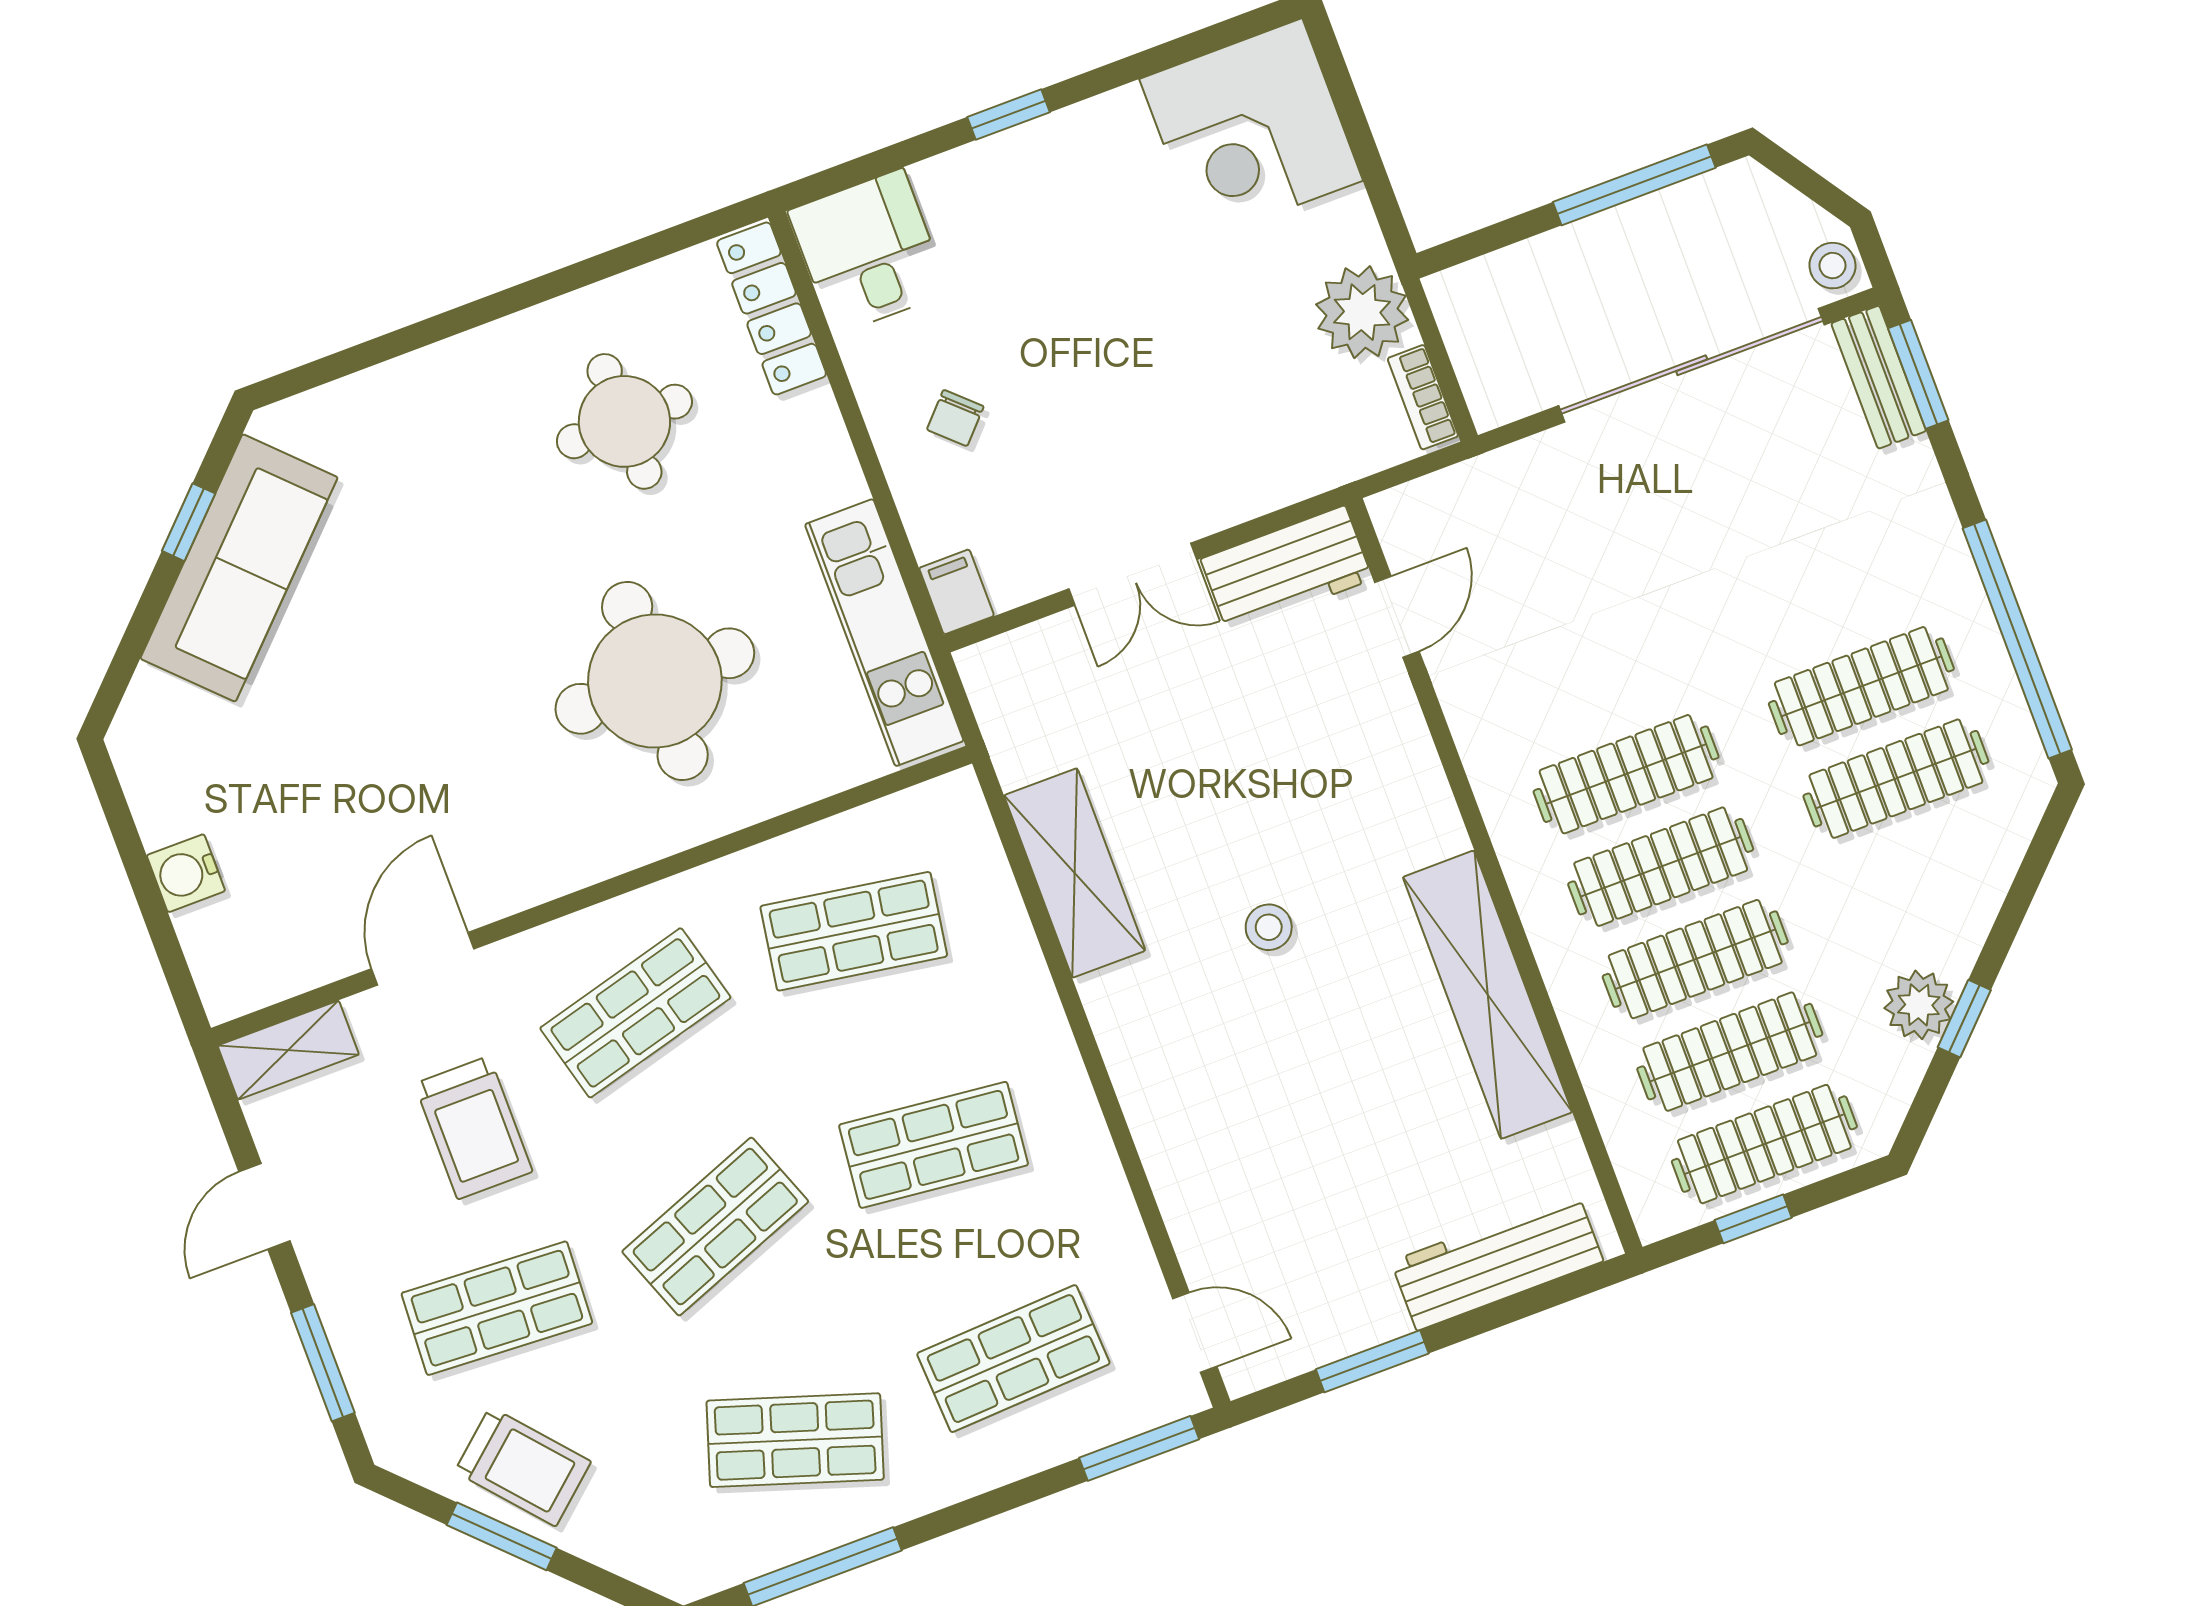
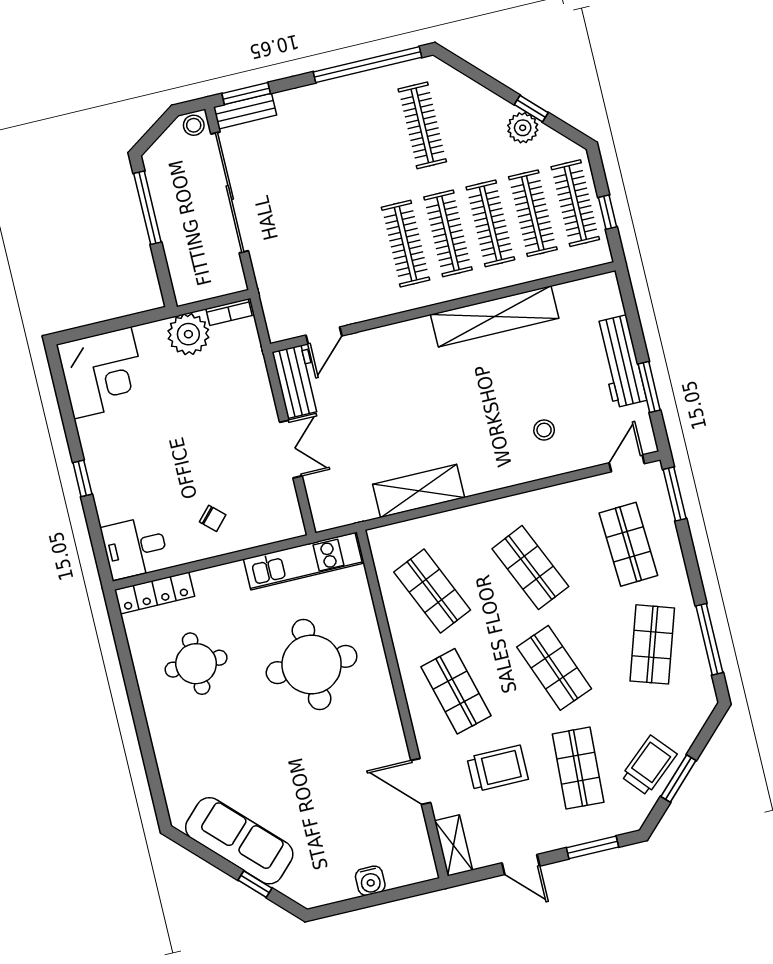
window: (189, 522) -> (255, 884), moved
filing cabinet: (957, 592) -> (289, 527), removed
door: (1397, 617) -> (324, 335), swing flipped
clothes rail: (1861, 686) -> (380, 136), removed
stool: (1269, 927) -> (544, 430), moved
shop shelf: (854, 931) -> (432, 591), turned -33
shop shelf: (934, 1145) -> (530, 568), turned -30
workbench: (1497, 1261) -> (620, 361), moved

